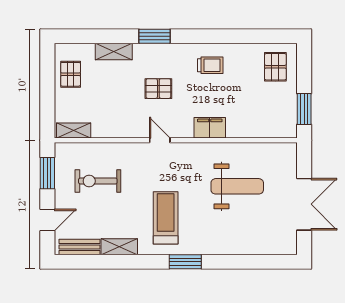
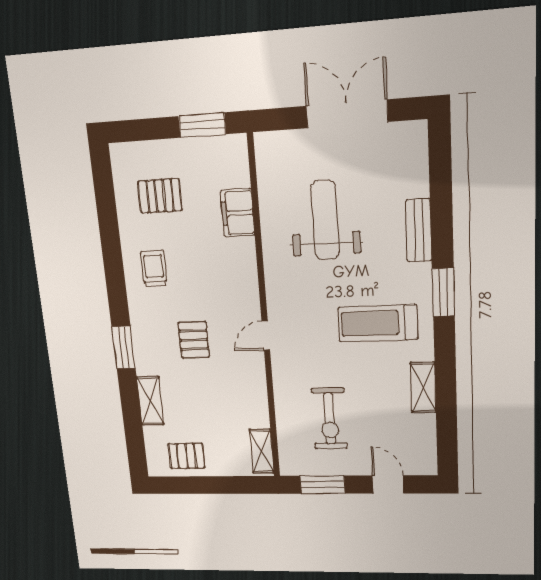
pallet: (275, 67) -> (160, 196), moved
filing cabinet: (210, 128) -> (238, 213), moved
bench: (79, 247) -> (419, 230), moved

